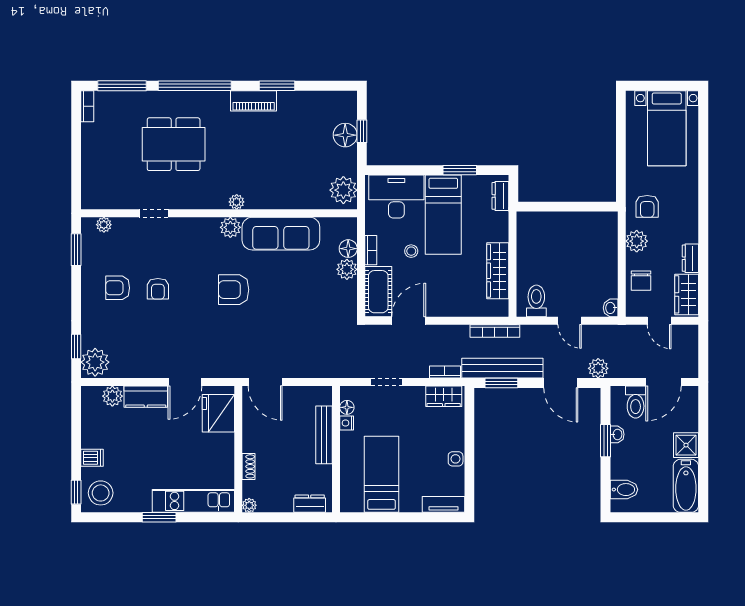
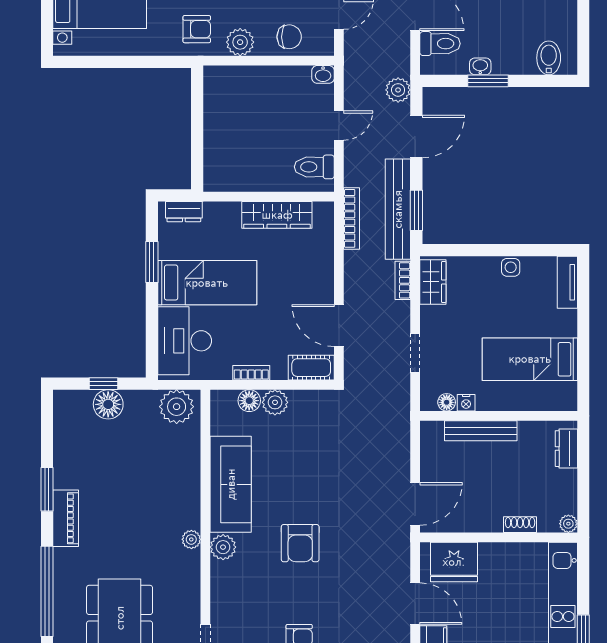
stool: (411, 251) -> (252, 322), removed
cot: (378, 292) -> (311, 368), width x0.73, depth x0.75

